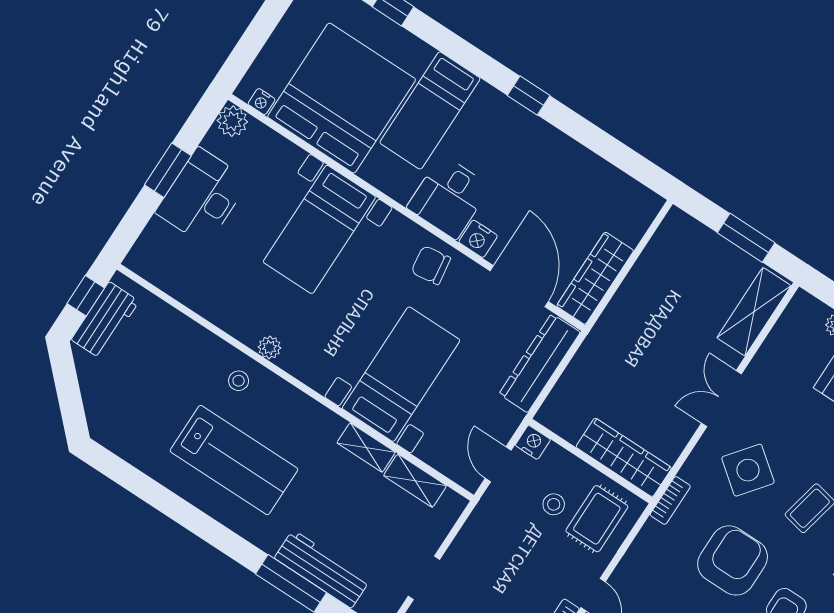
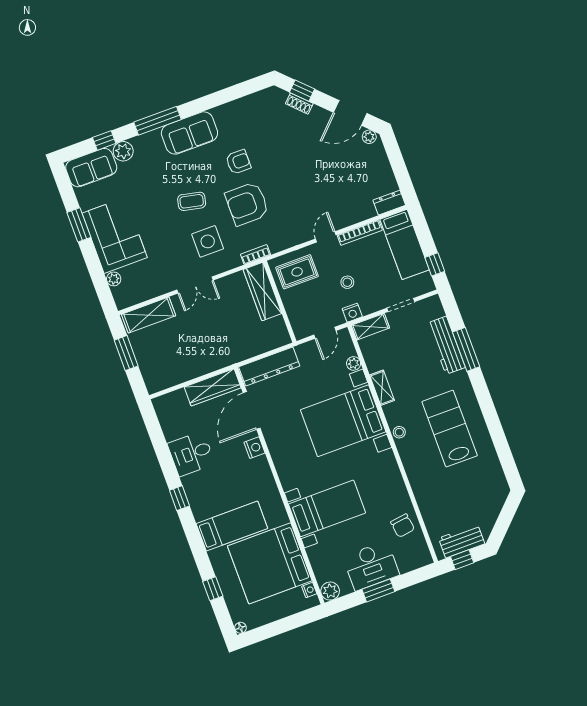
desk: (449, 197) -> (191, 454), moved, turned 180
chair: (431, 265) -> (403, 526), moved
plant: (270, 347) -> (354, 363), moved
bed with nightstands: (401, 374) -> (343, 421), width x1.36
stool: (239, 381) -> (399, 432), moved
nightstand: (533, 442) -> (352, 313), moved, turned -90
side table: (748, 470) -> (208, 241), turned -38
shelving: (415, 481) -> (370, 327), moved, turned 90
stool: (554, 504) -> (347, 282), moved

